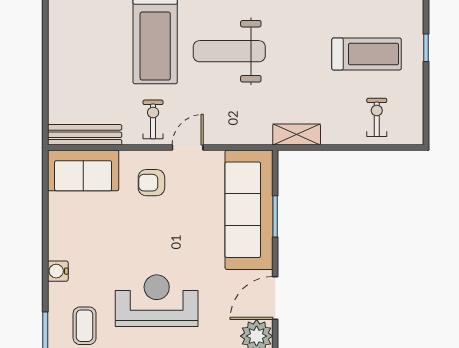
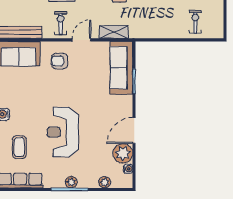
shelving: (297, 135) -> (114, 32), moved
sofa: (249, 210) -> (121, 68), width x0.74, depth x0.79
reception desk: (157, 301) -> (63, 132), turned -90

